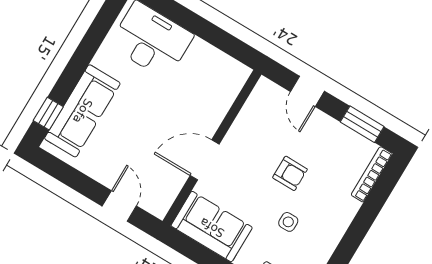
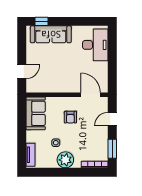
door: (205, 160) -> (91, 95), moved
armchair: (290, 173) -> (70, 117), moved
plant: (330, 223) -> (65, 160), added

